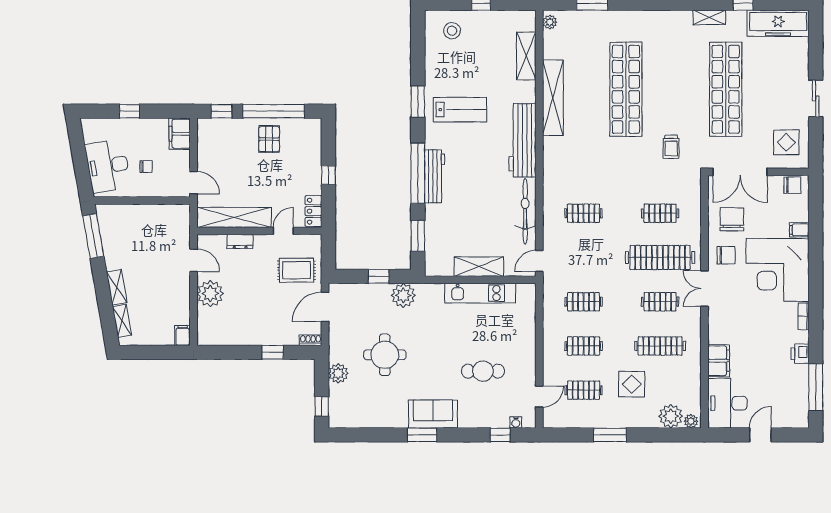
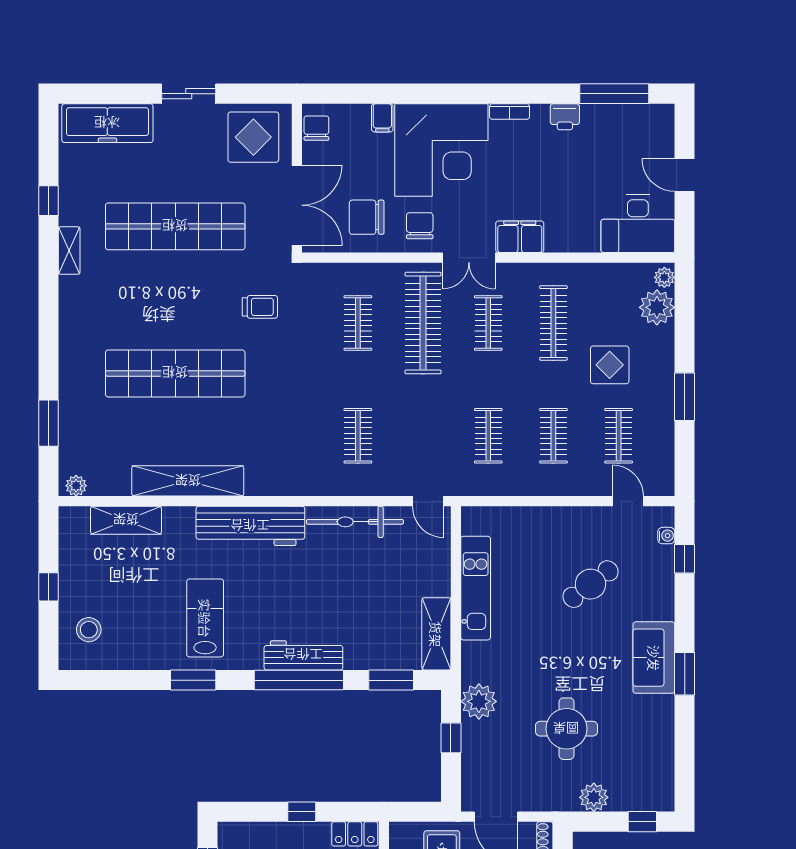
freezer: (778, 23) -> (107, 123), moved, turned 90
display table: (786, 142) -> (253, 137), width x1.36, depth x1.36
shelving: (479, 267) -> (436, 634), moved
filing cabinet: (719, 361) -> (520, 237), moved
cafe table: (483, 371) -> (591, 584), turned 53

